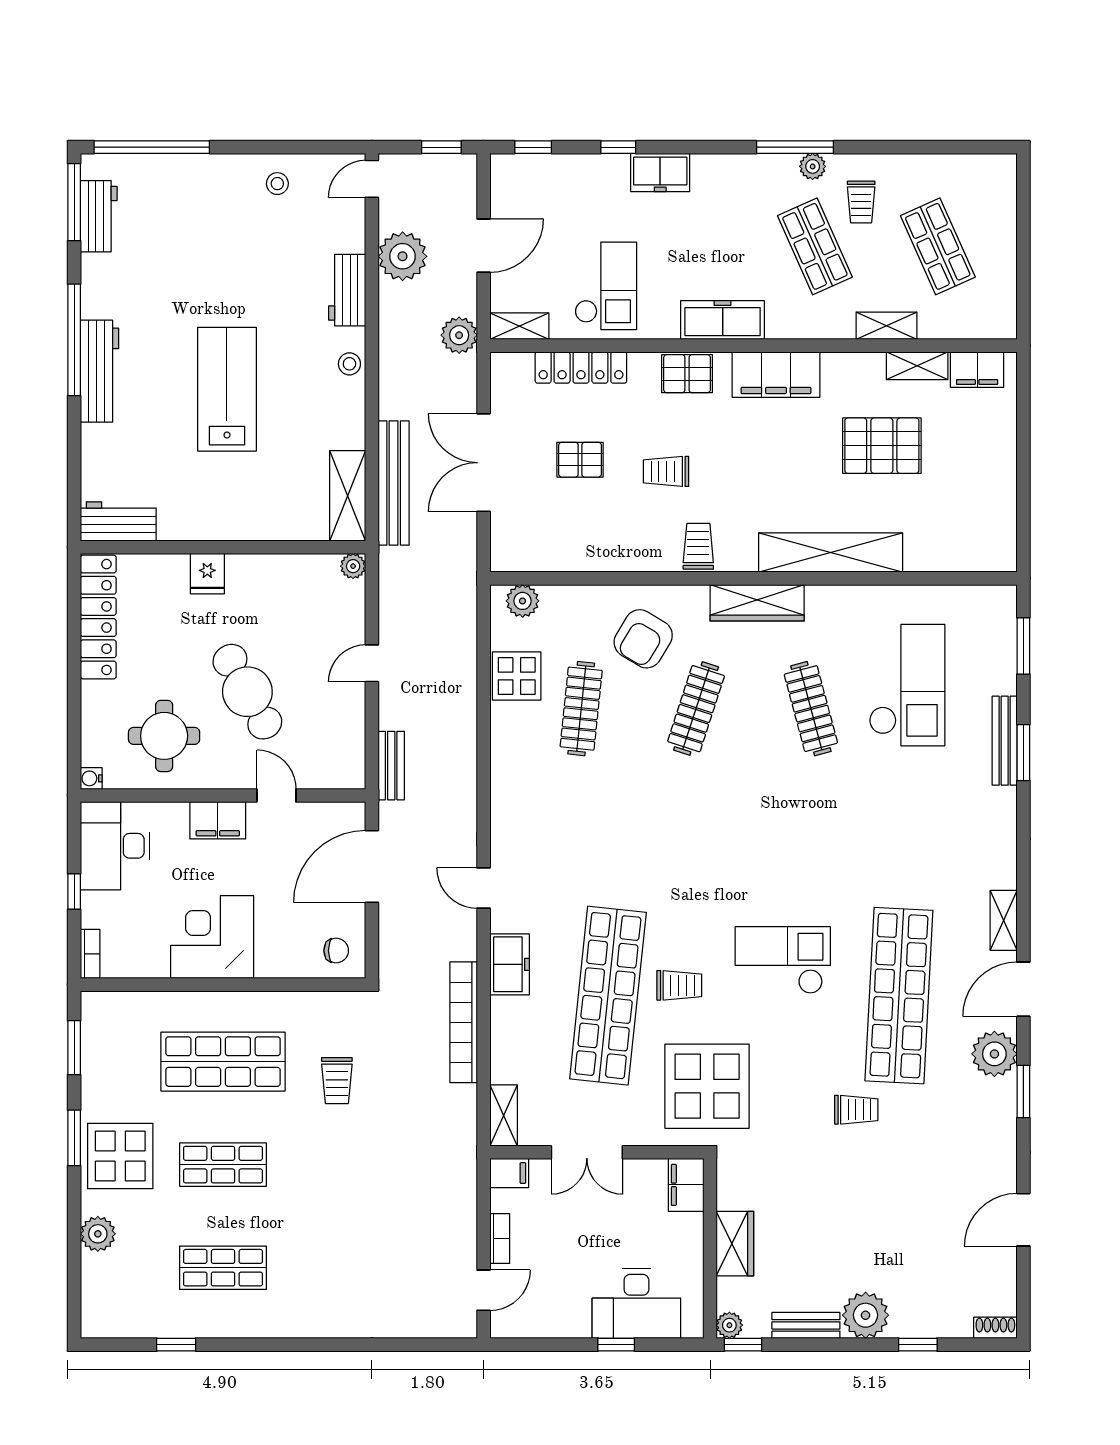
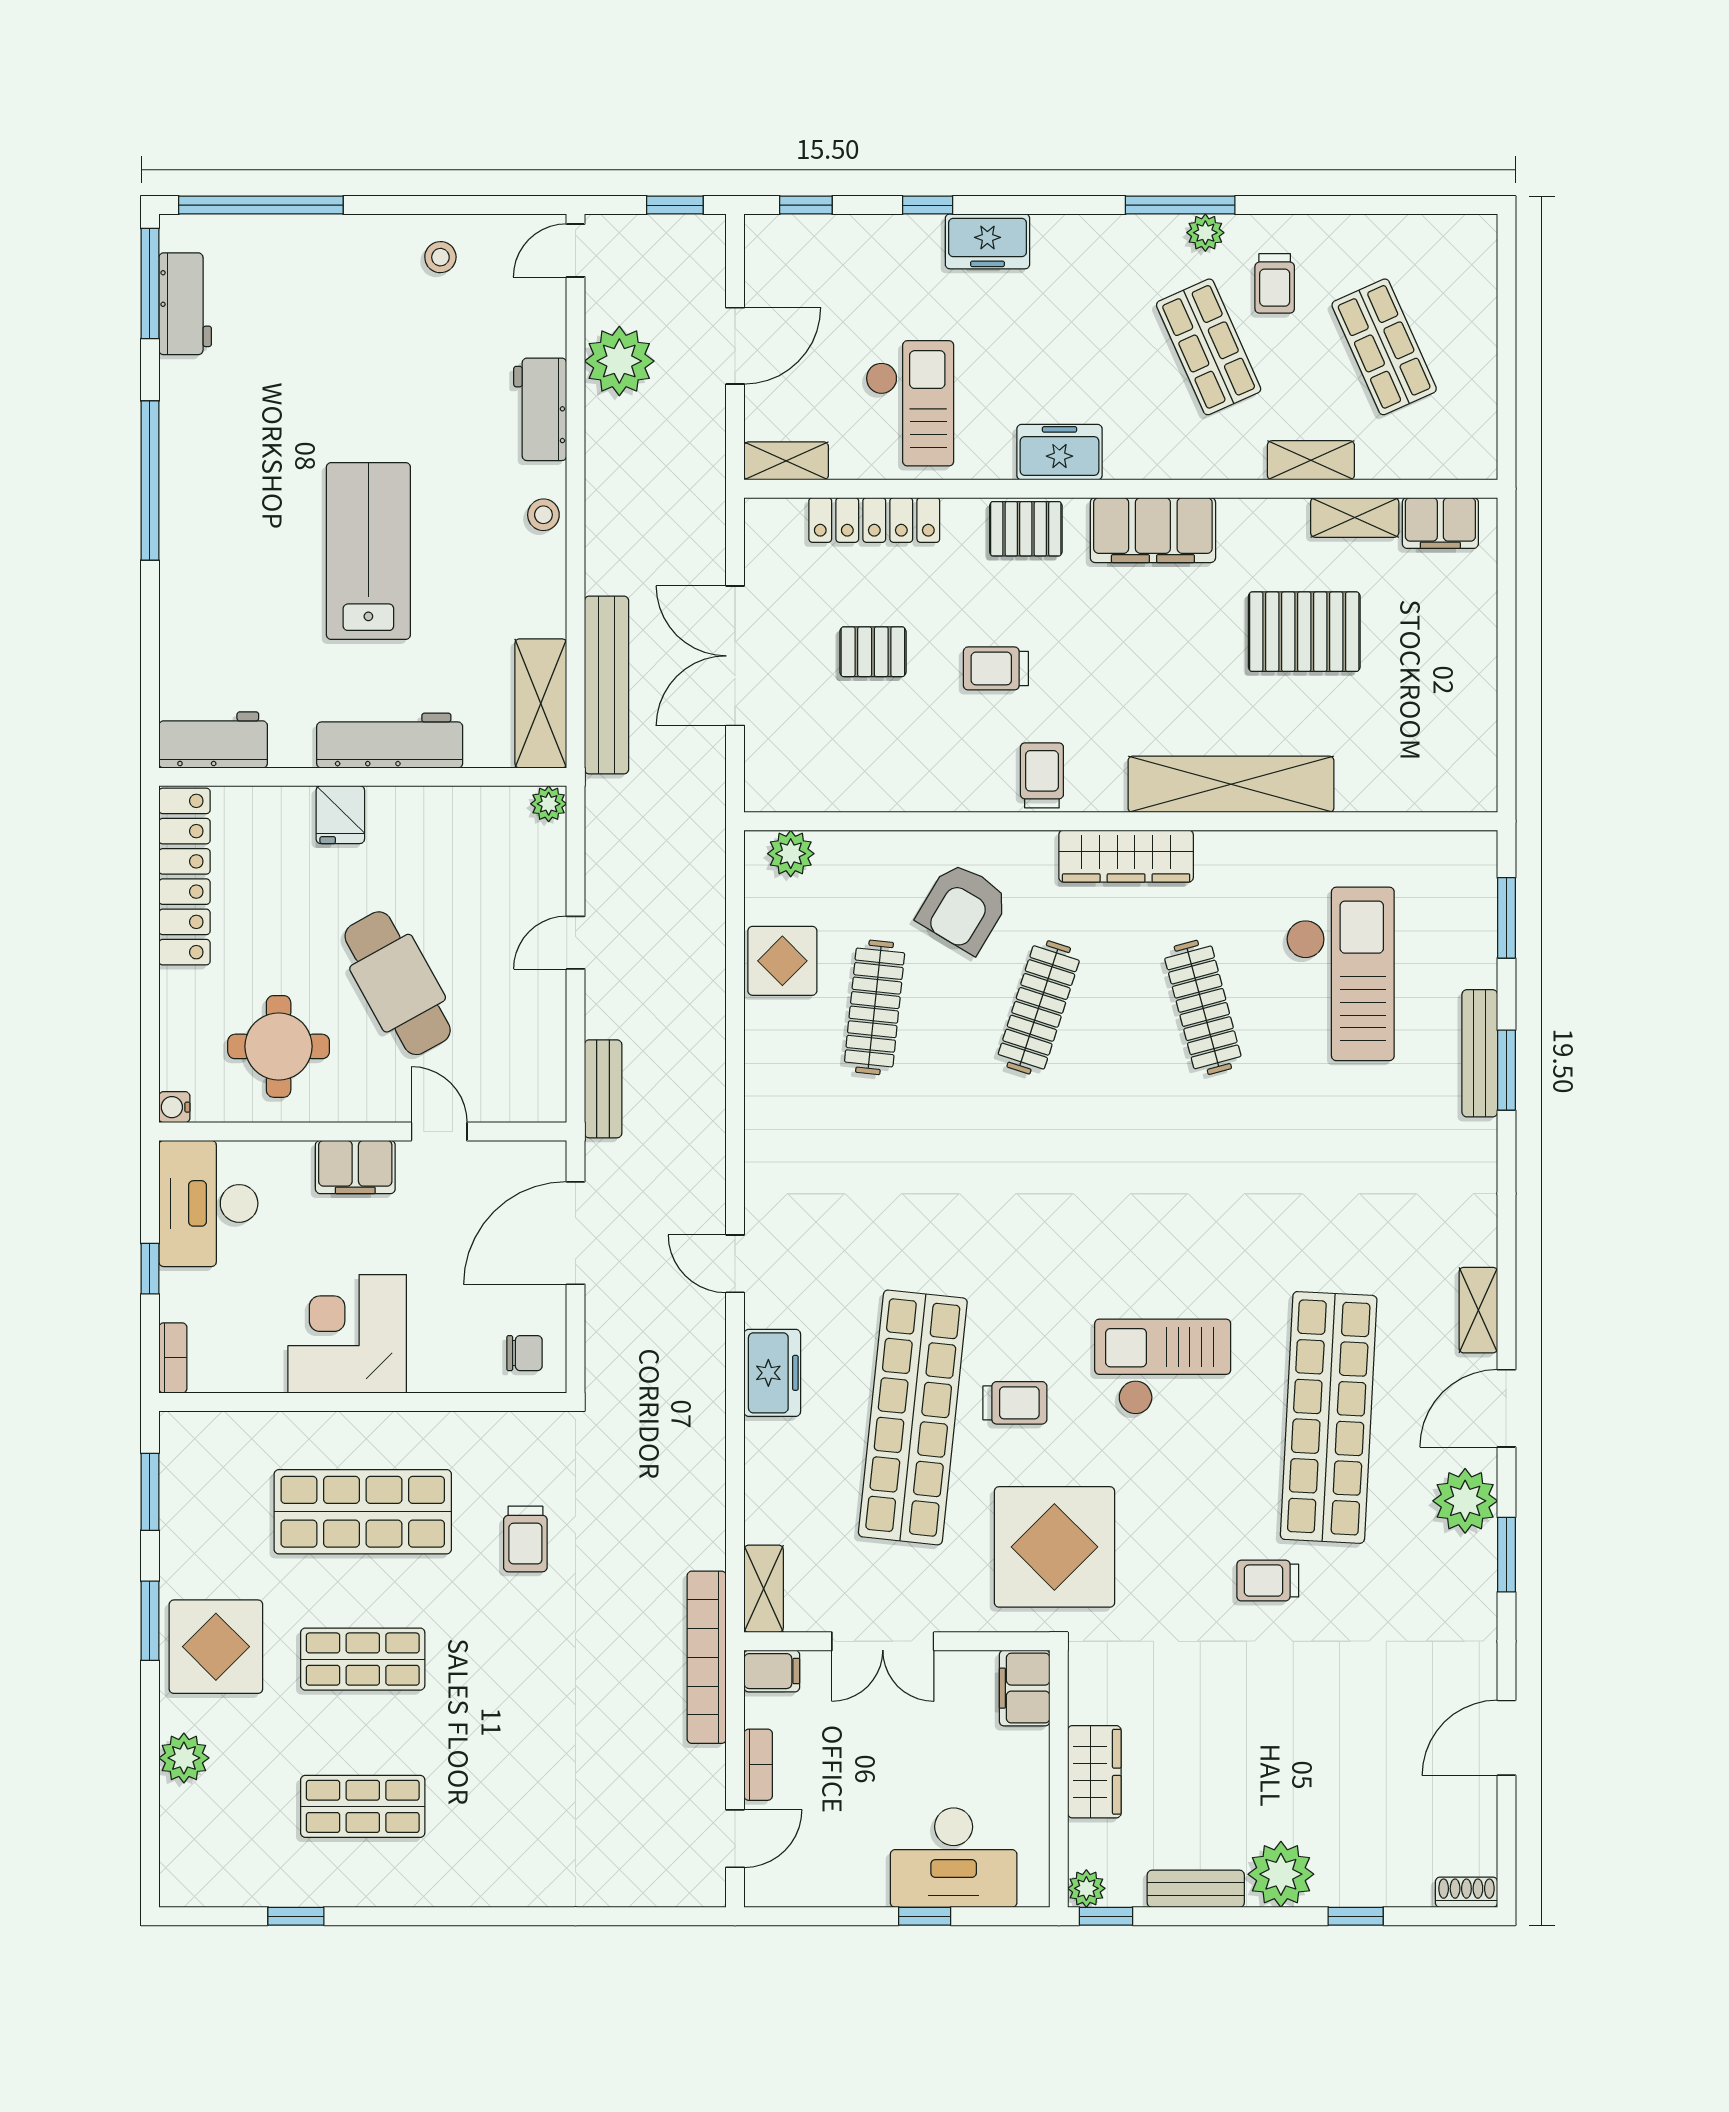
freezer: (723, 320) -> (1059, 452), width x0.71
plant: (459, 335) -> (700, 474), removed
workbench: (99, 371) -> (390, 741), moved, turned -90
bookcase: (464, 1022) -> (707, 1657), moved
trolley: (856, 1110) -> (1268, 1581), turned 180

